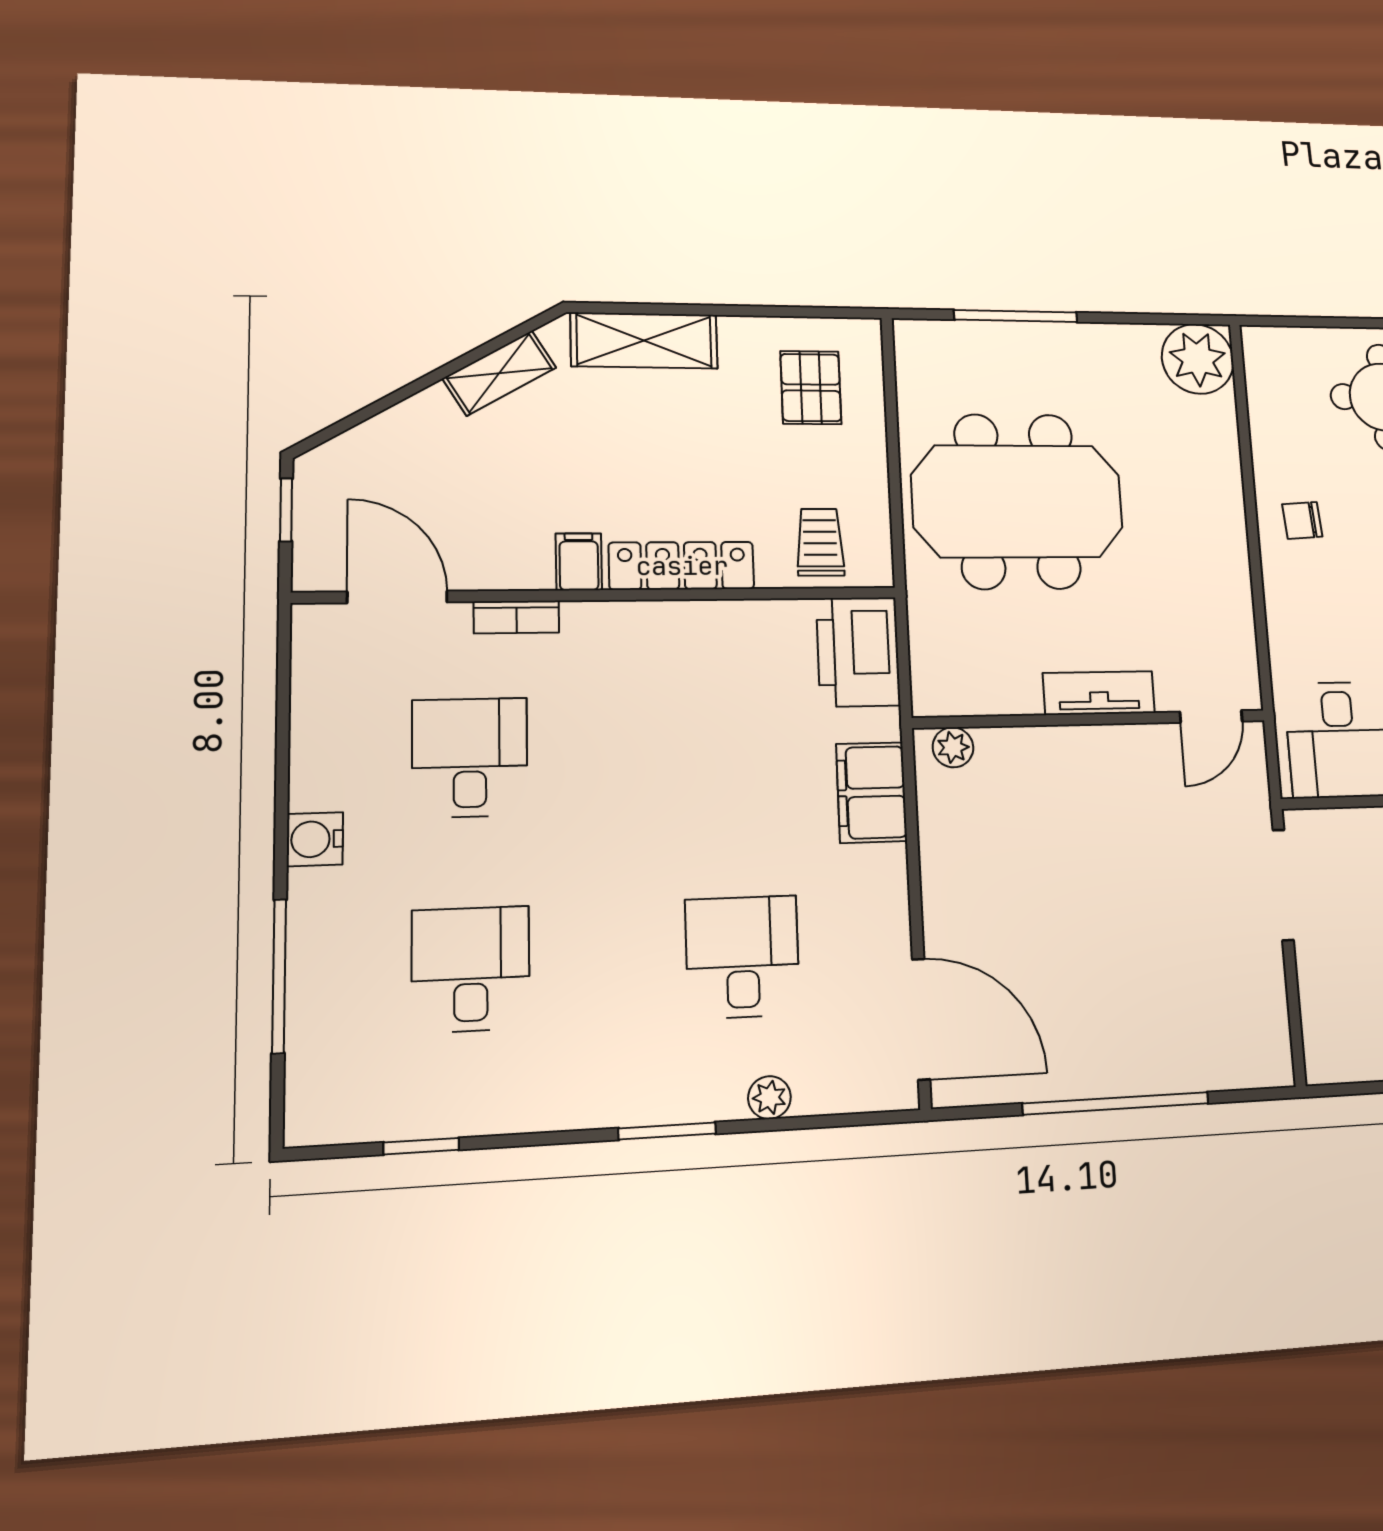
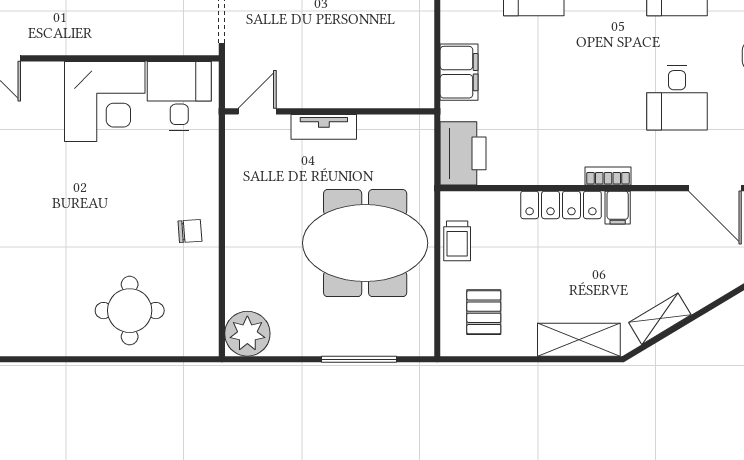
trolley: (820, 542) -> (457, 241), moved
bookcase: (516, 617) -> (608, 176), moved
plant: (953, 747) -> (411, 97), removed

